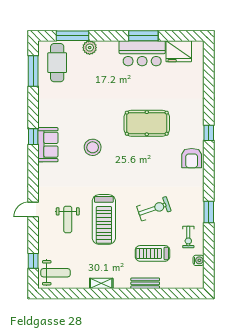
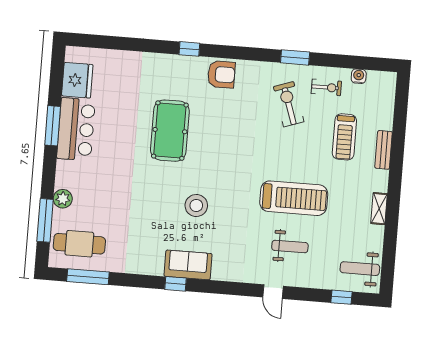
exercise bike: (154, 209) -> (289, 104), moved
weight bench: (56, 273) -> (360, 269), turned -90

